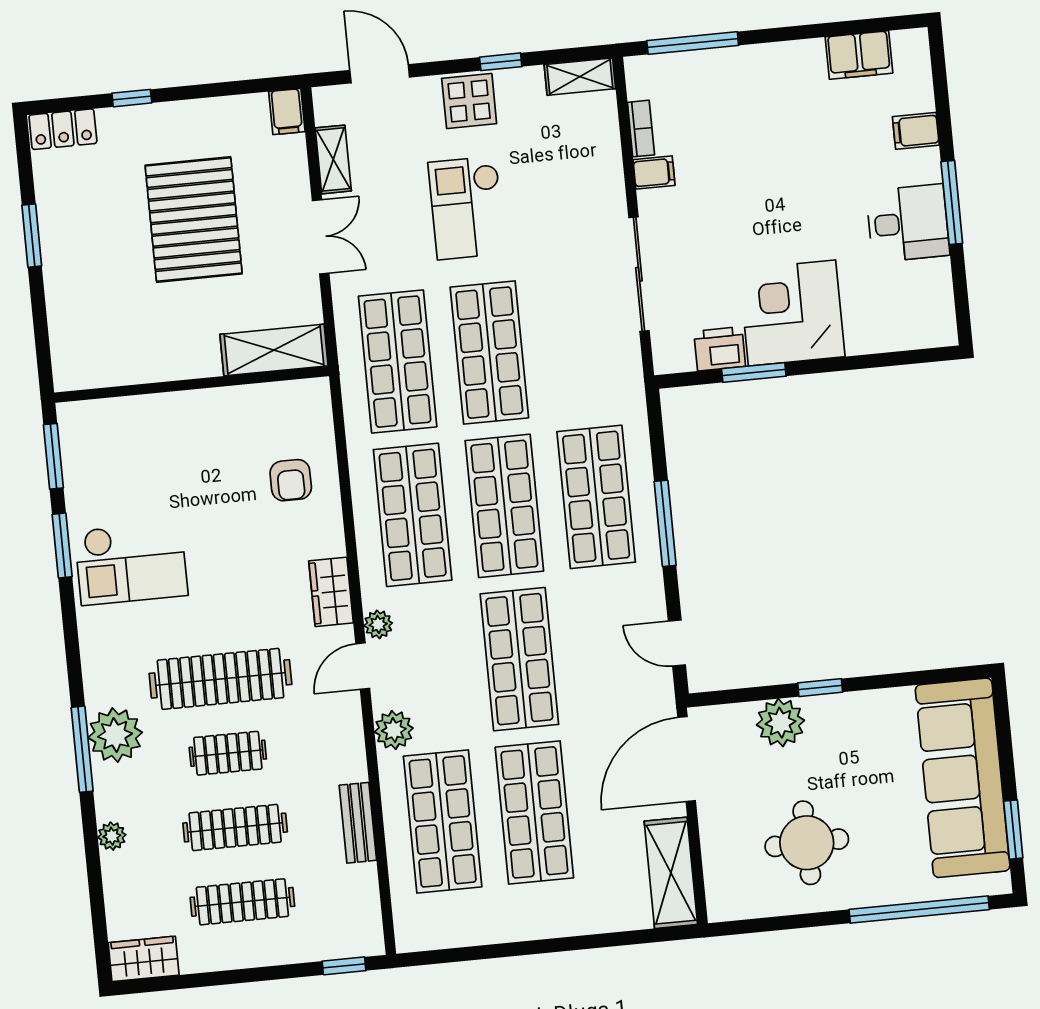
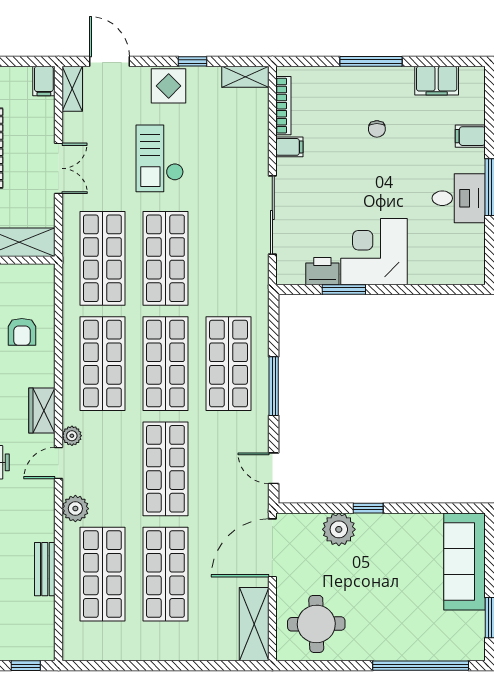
window: (693, 43) -> (371, 61), moved
bookcase: (641, 129) -> (283, 106), width x1.56
chair: (779, 134) -> (377, 129), added
shelving: (333, 159) -> (72, 89), moved
sofa: (963, 778) -> (465, 562), width x0.74, depth x0.79
round table: (807, 843) -> (316, 624), moved

